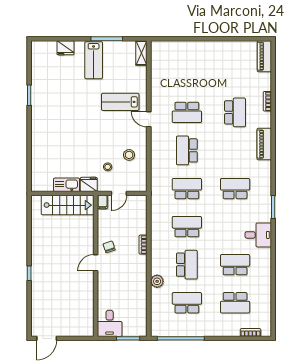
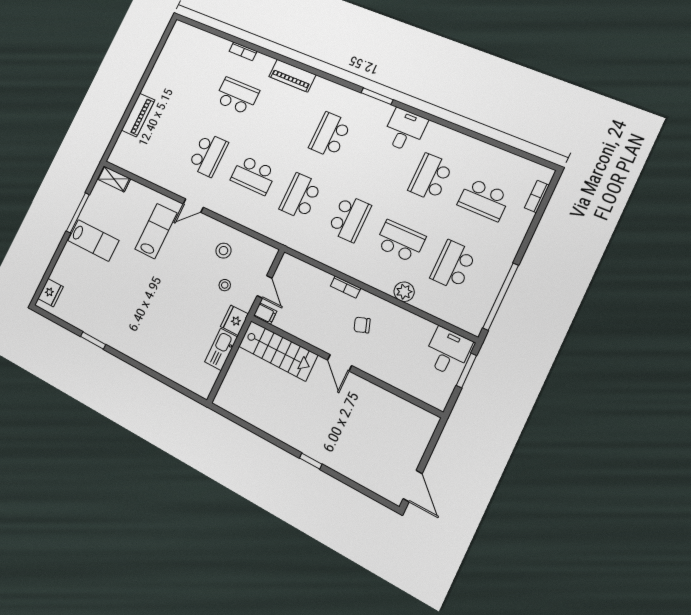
fridge: (65, 48) -> (51, 293), moved
piano: (264, 56) -> (138, 115), moved, turned -90
lab bench: (120, 102) -> (156, 231), turned 180
stairs: (68, 205) -> (278, 351), moved, turned 90
school desk: (187, 227) -> (349, 218), turned 180
chair: (109, 247) -> (362, 325), moved
school desk: (235, 303) -> (484, 200), turned 90
desk: (110, 323) -> (448, 352), moved, turned -90

